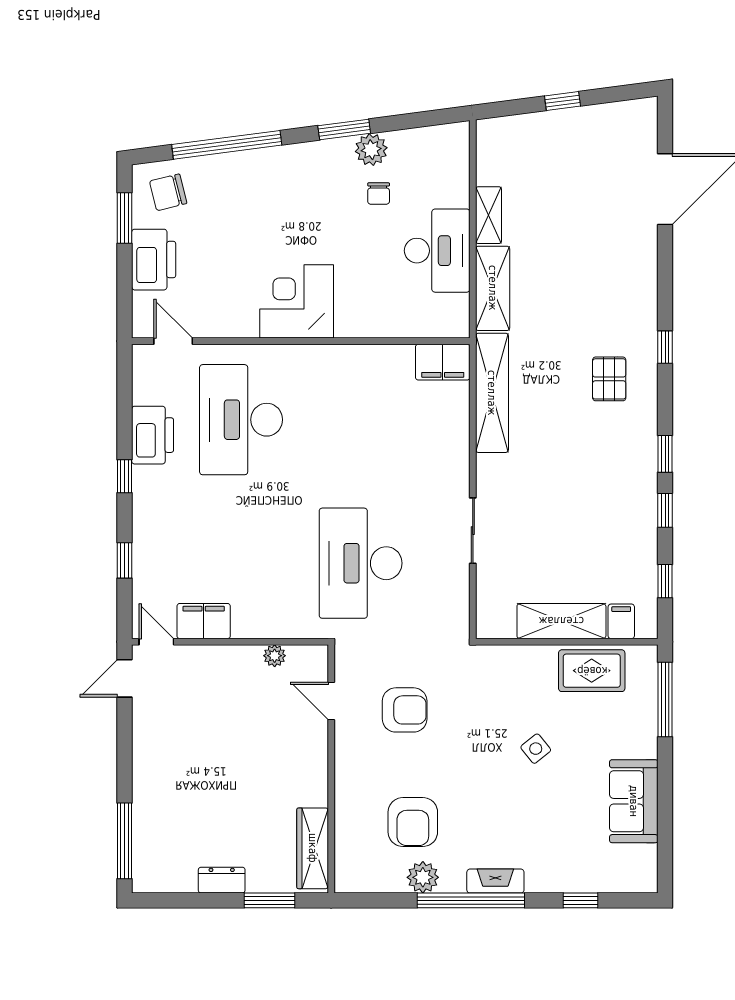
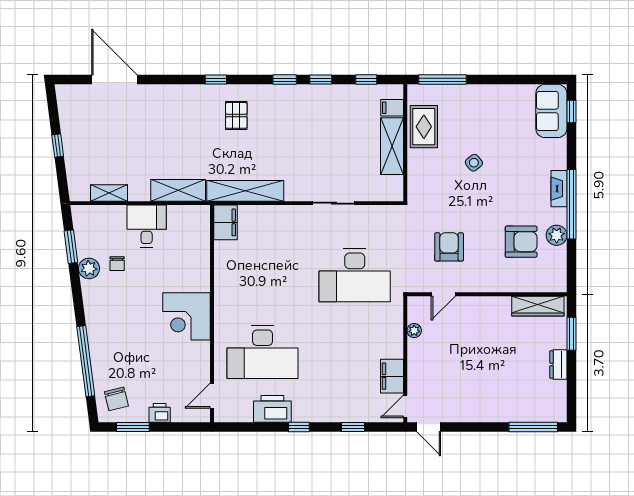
window: (344, 129) -> (71, 247), moved
chair: (379, 194) -> (117, 264), turned 90
shelving: (489, 215) -> (109, 193), moved
desk: (437, 251) -> (147, 226), width x0.73
printer: (154, 260) -> (160, 413), width x0.53, depth x0.68
pallet: (609, 379) -> (236, 115), turned 90
sofa: (634, 801) -> (551, 111), moved, turned 90
window: (581, 900) -> (571, 112), moved

